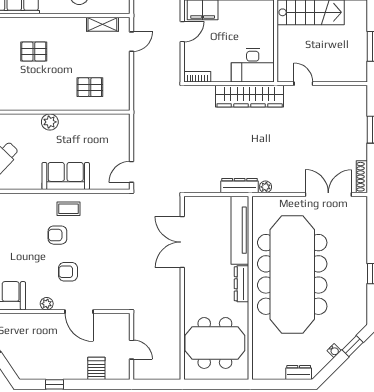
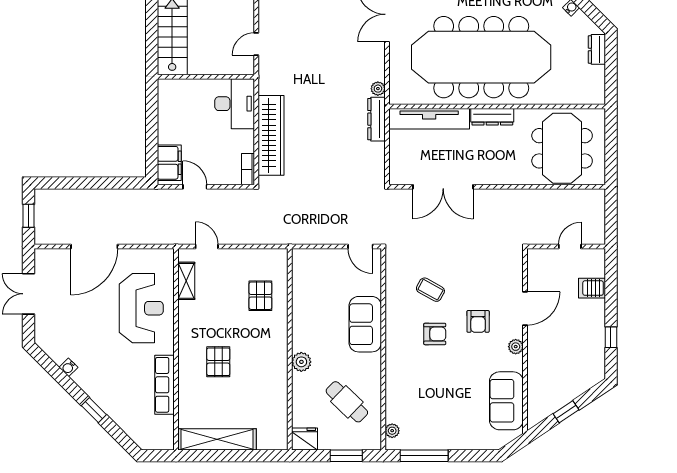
wardrobe: (250, 96) -> (271, 135), moved
plant: (50, 122) -> (301, 362), moved
coffee table: (69, 209) -> (430, 290), moved, turned -61
armchair: (57, 235) -> (435, 334), turned -90

